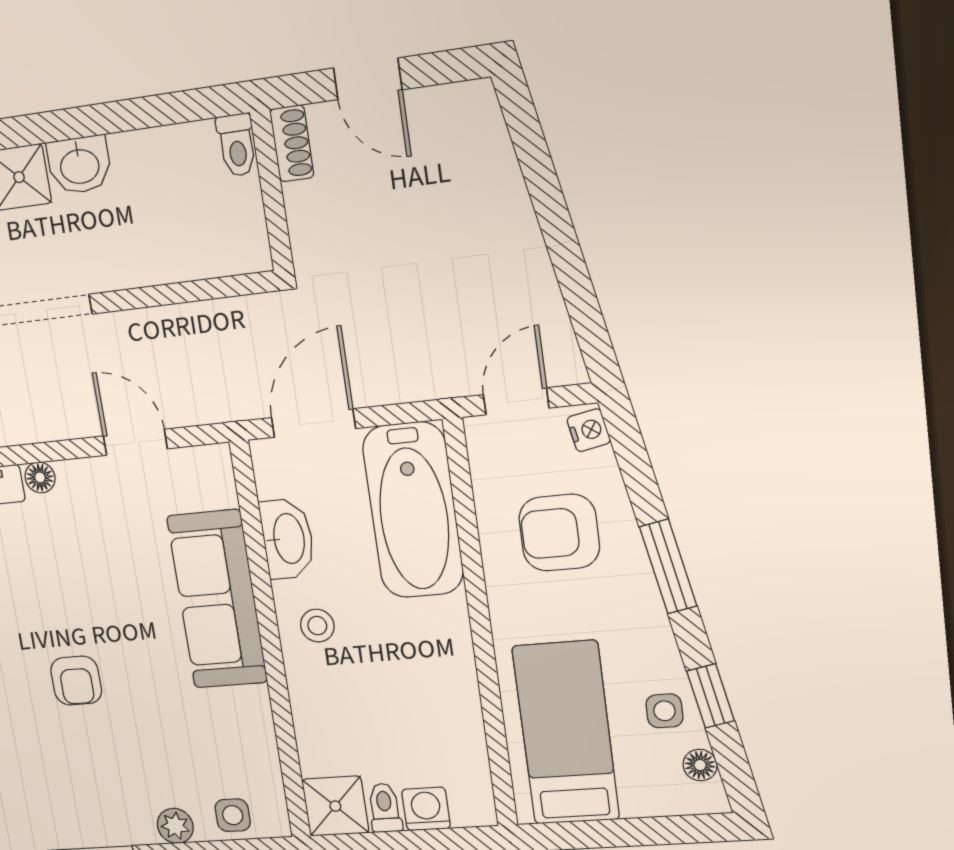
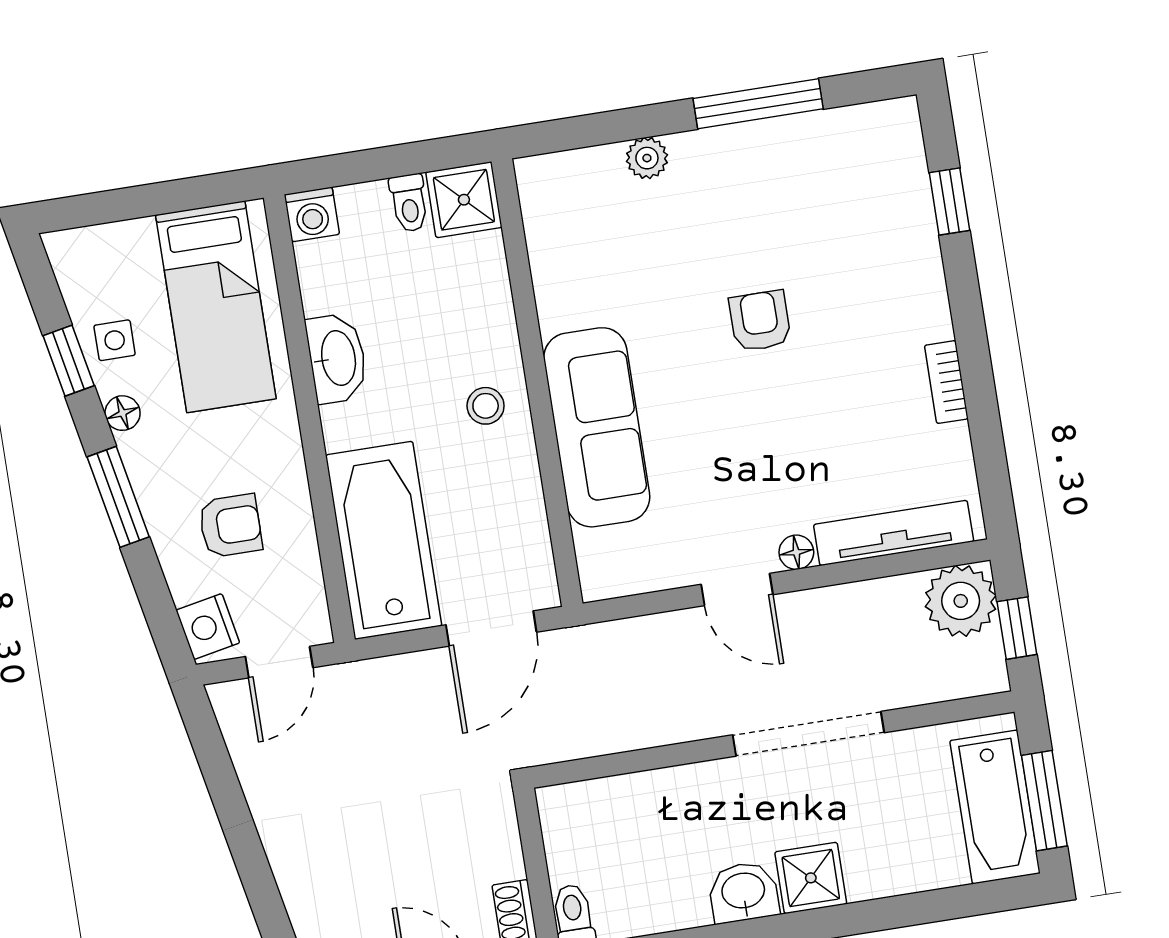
nightstand: (589, 430) -> (208, 626), width x1.39, depth x1.35
door: (135, 442) -> (737, 590), moved
armchair: (559, 533) -> (230, 526), width x0.72, depth x0.72
washbasin: (288, 539) -> (337, 358), moved, turned 180
floor lamp: (700, 765) -> (123, 413), moved
washing machine: (426, 809) -> (312, 214), moved
side table: (233, 815) -> (580, 178), removed

